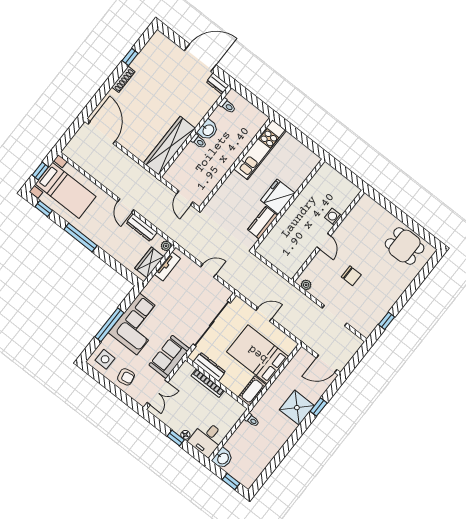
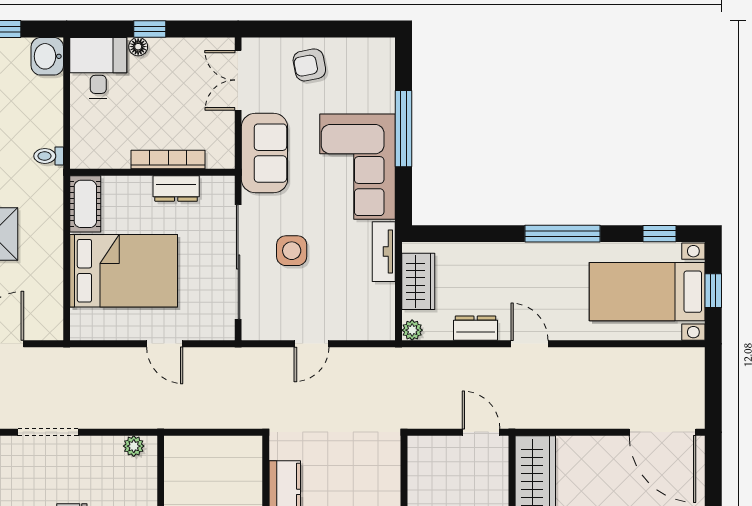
door: (185, 198) -> (481, 432), moved
dresser: (142, 228) -> (476, 328), width x0.70
tv unit: (167, 266) -> (384, 252), moved
door: (264, 314) -> (165, 344), hinge flipped
side table: (105, 359) -> (292, 251), moved
dresser: (210, 367) -> (176, 189), width x0.70

